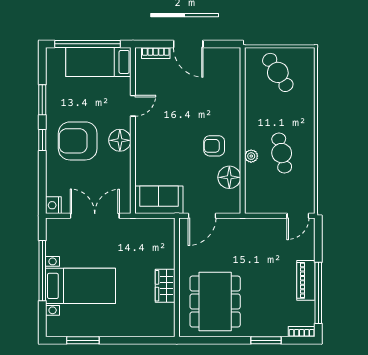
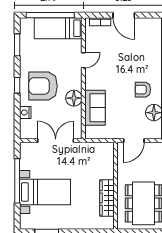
window: (42, 100) -> (17, 45), moved
floor lamp: (120, 140) -> (74, 98), moved
sofa: (159, 200) -> (95, 108), moved, turned 90
nightstand: (53, 205) -> (25, 113), moved
wardrobe: (165, 286) -> (107, 198), width x1.50

